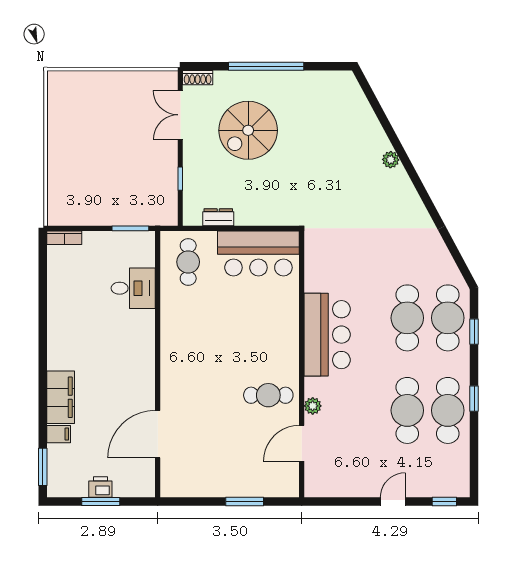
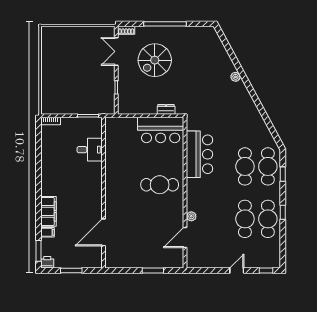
dresser: (218, 217) -> (166, 109), moved
cafe table: (188, 262) -> (121, 135), removed
bar counter: (327, 335) -> (200, 154), moved
cafe table: (268, 395) -> (160, 185), moved, width x1.37, depth x1.35
printer: (100, 487) -> (47, 262), moved

